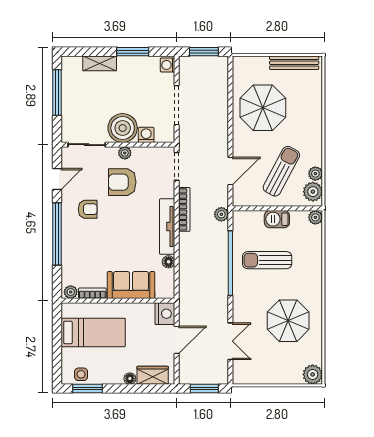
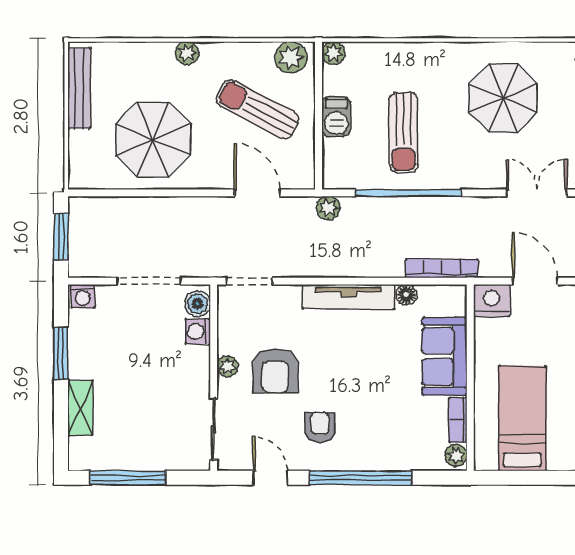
boiler: (123, 128) -> (197, 304), moved, width x0.54, depth x0.54
plant: (315, 174) -> (187, 53), moved
bookcase: (184, 209) -> (442, 269), moved

